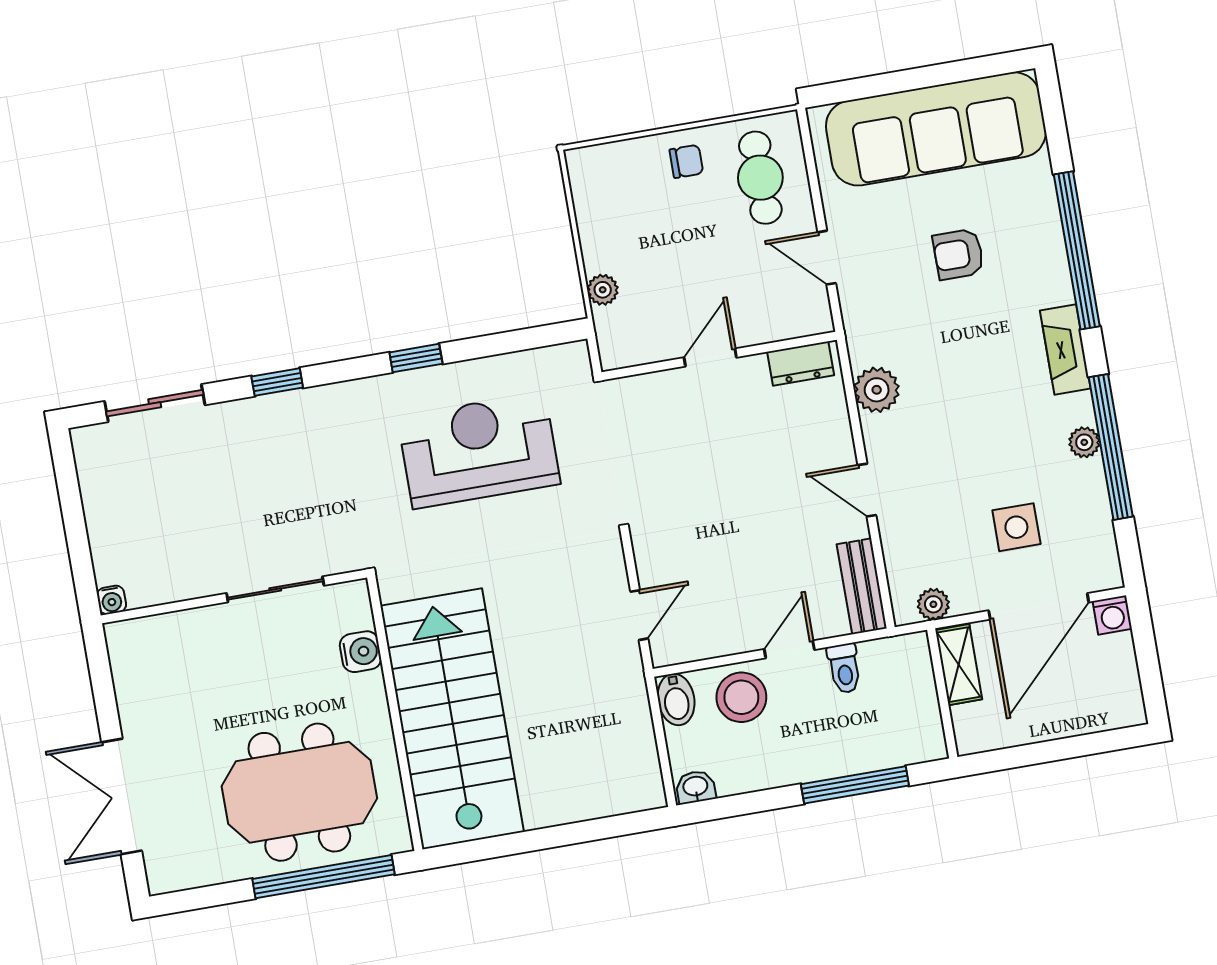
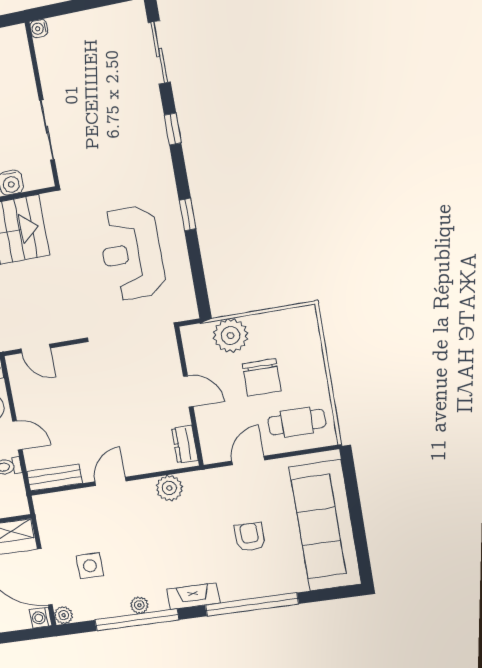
chair: (686, 161) -> (262, 377), moved, width x1.87, depth x1.87
plant: (603, 290) -> (231, 336), width x1.87, depth x1.87
reception desk: (479, 450) -> (132, 253), turned 180
plant: (933, 604) -> (64, 615), moved

